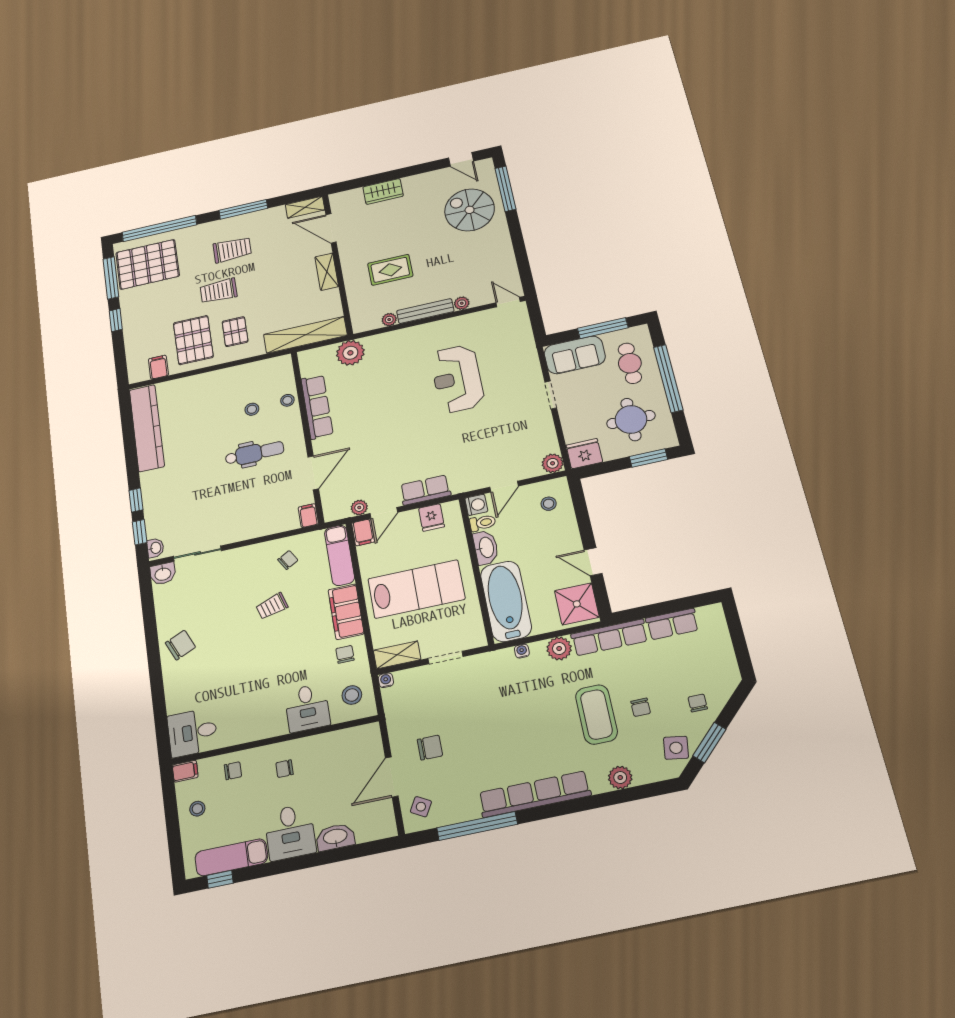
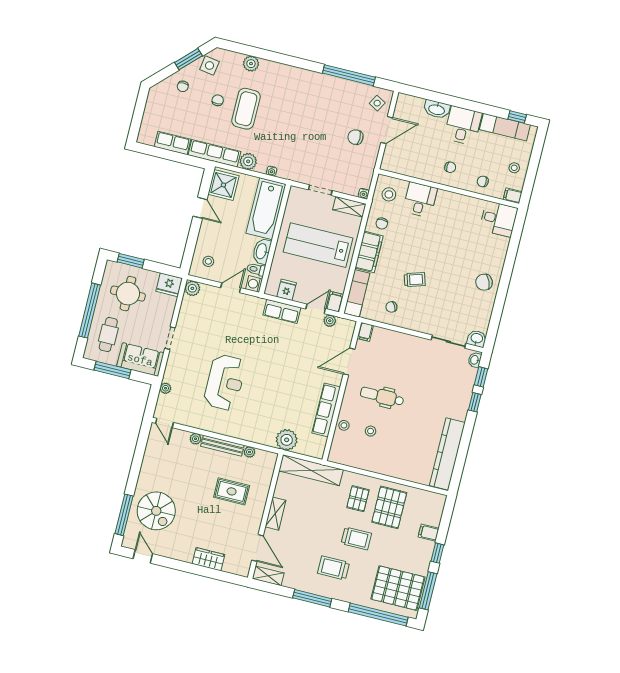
plant: (527, 339) -> (166, 388), added
filing cabinet: (158, 367) -> (429, 533), moved, turned 90
row of seats: (535, 794) -> (306, 78), removed

